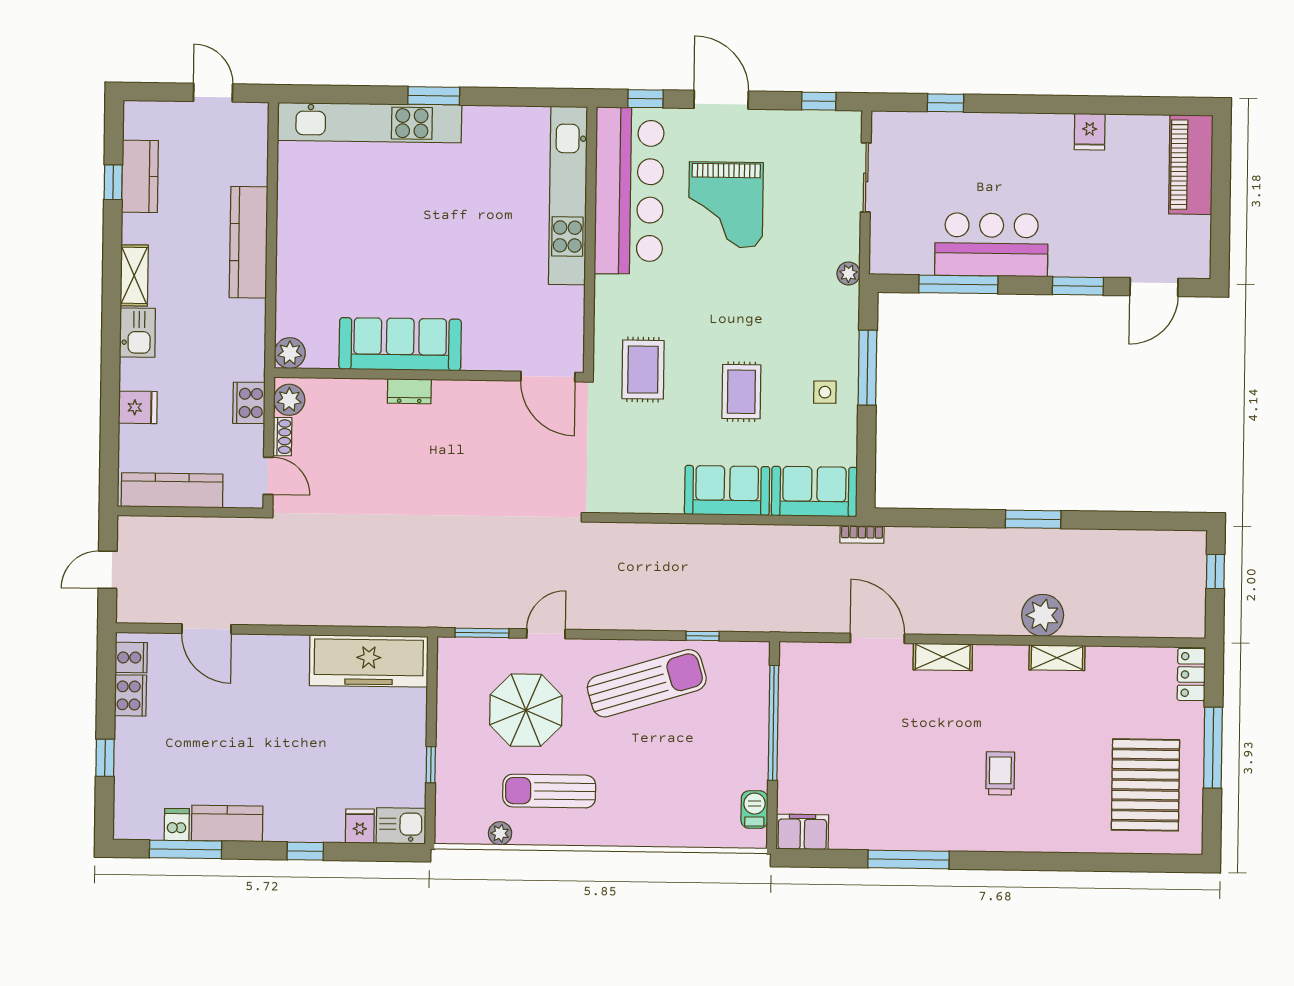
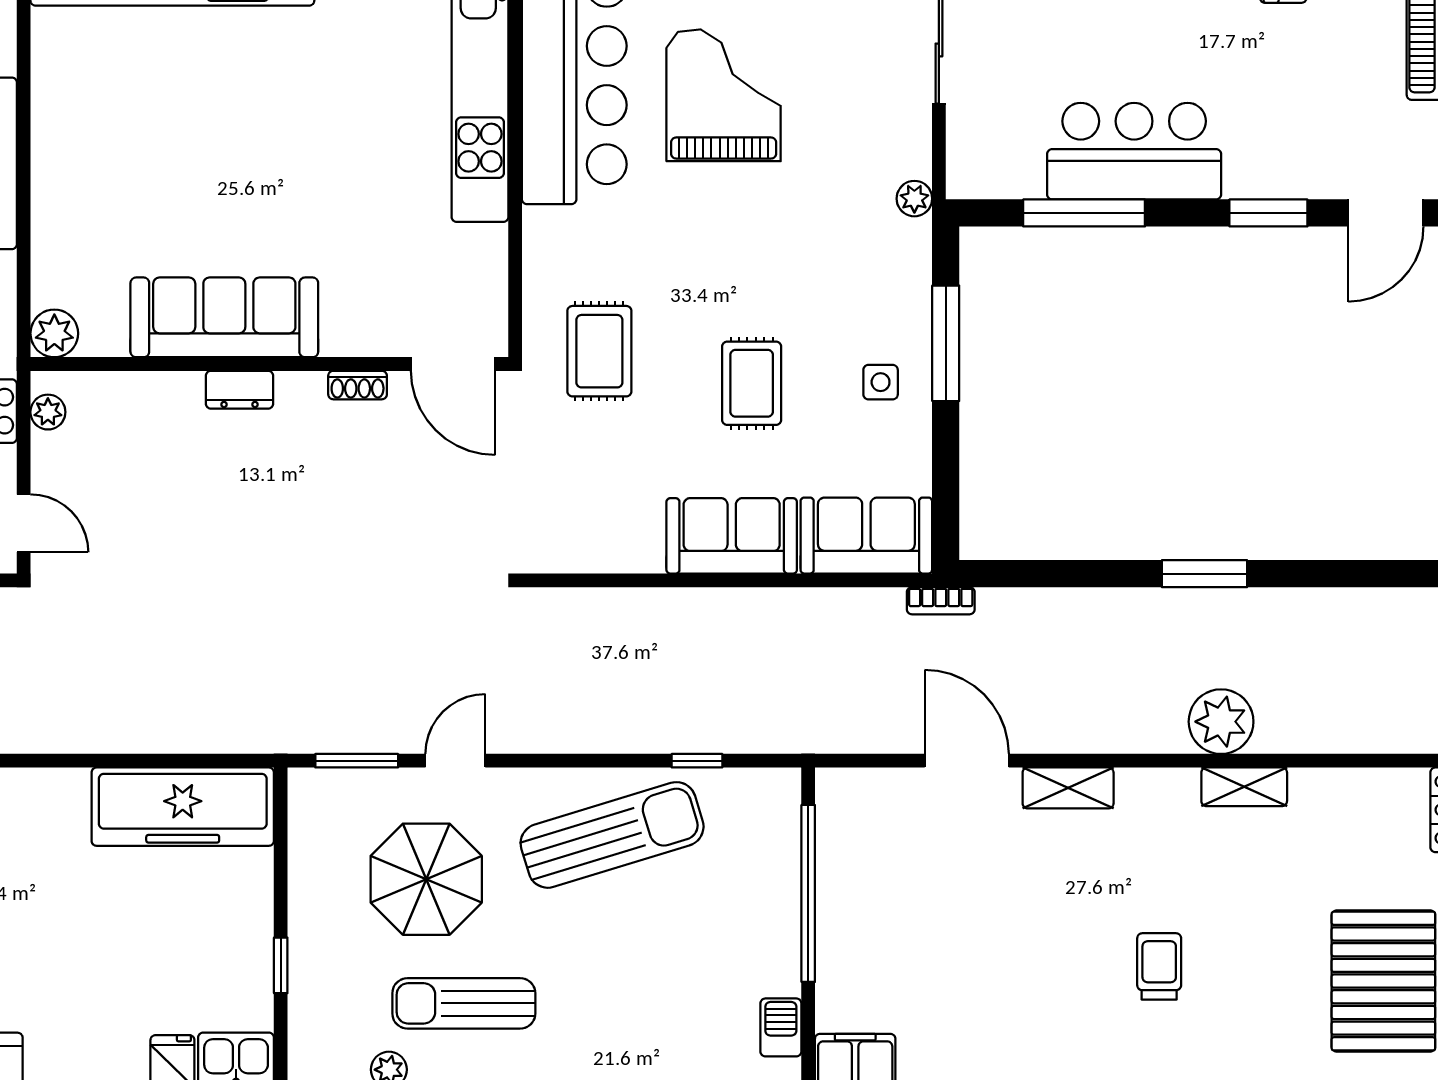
grand piano: (726, 205) -> (724, 95), turned 180
plant: (289, 400) -> (48, 412), width x0.73, depth x0.73
shoe rack: (282, 437) -> (358, 385), moved, turned 90

